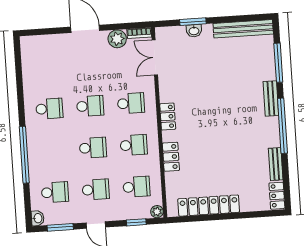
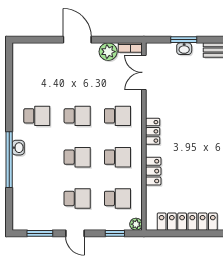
school desk: (55, 192) -> (37, 198), removed
washbasin: (38, 218) -> (18, 148), moved

